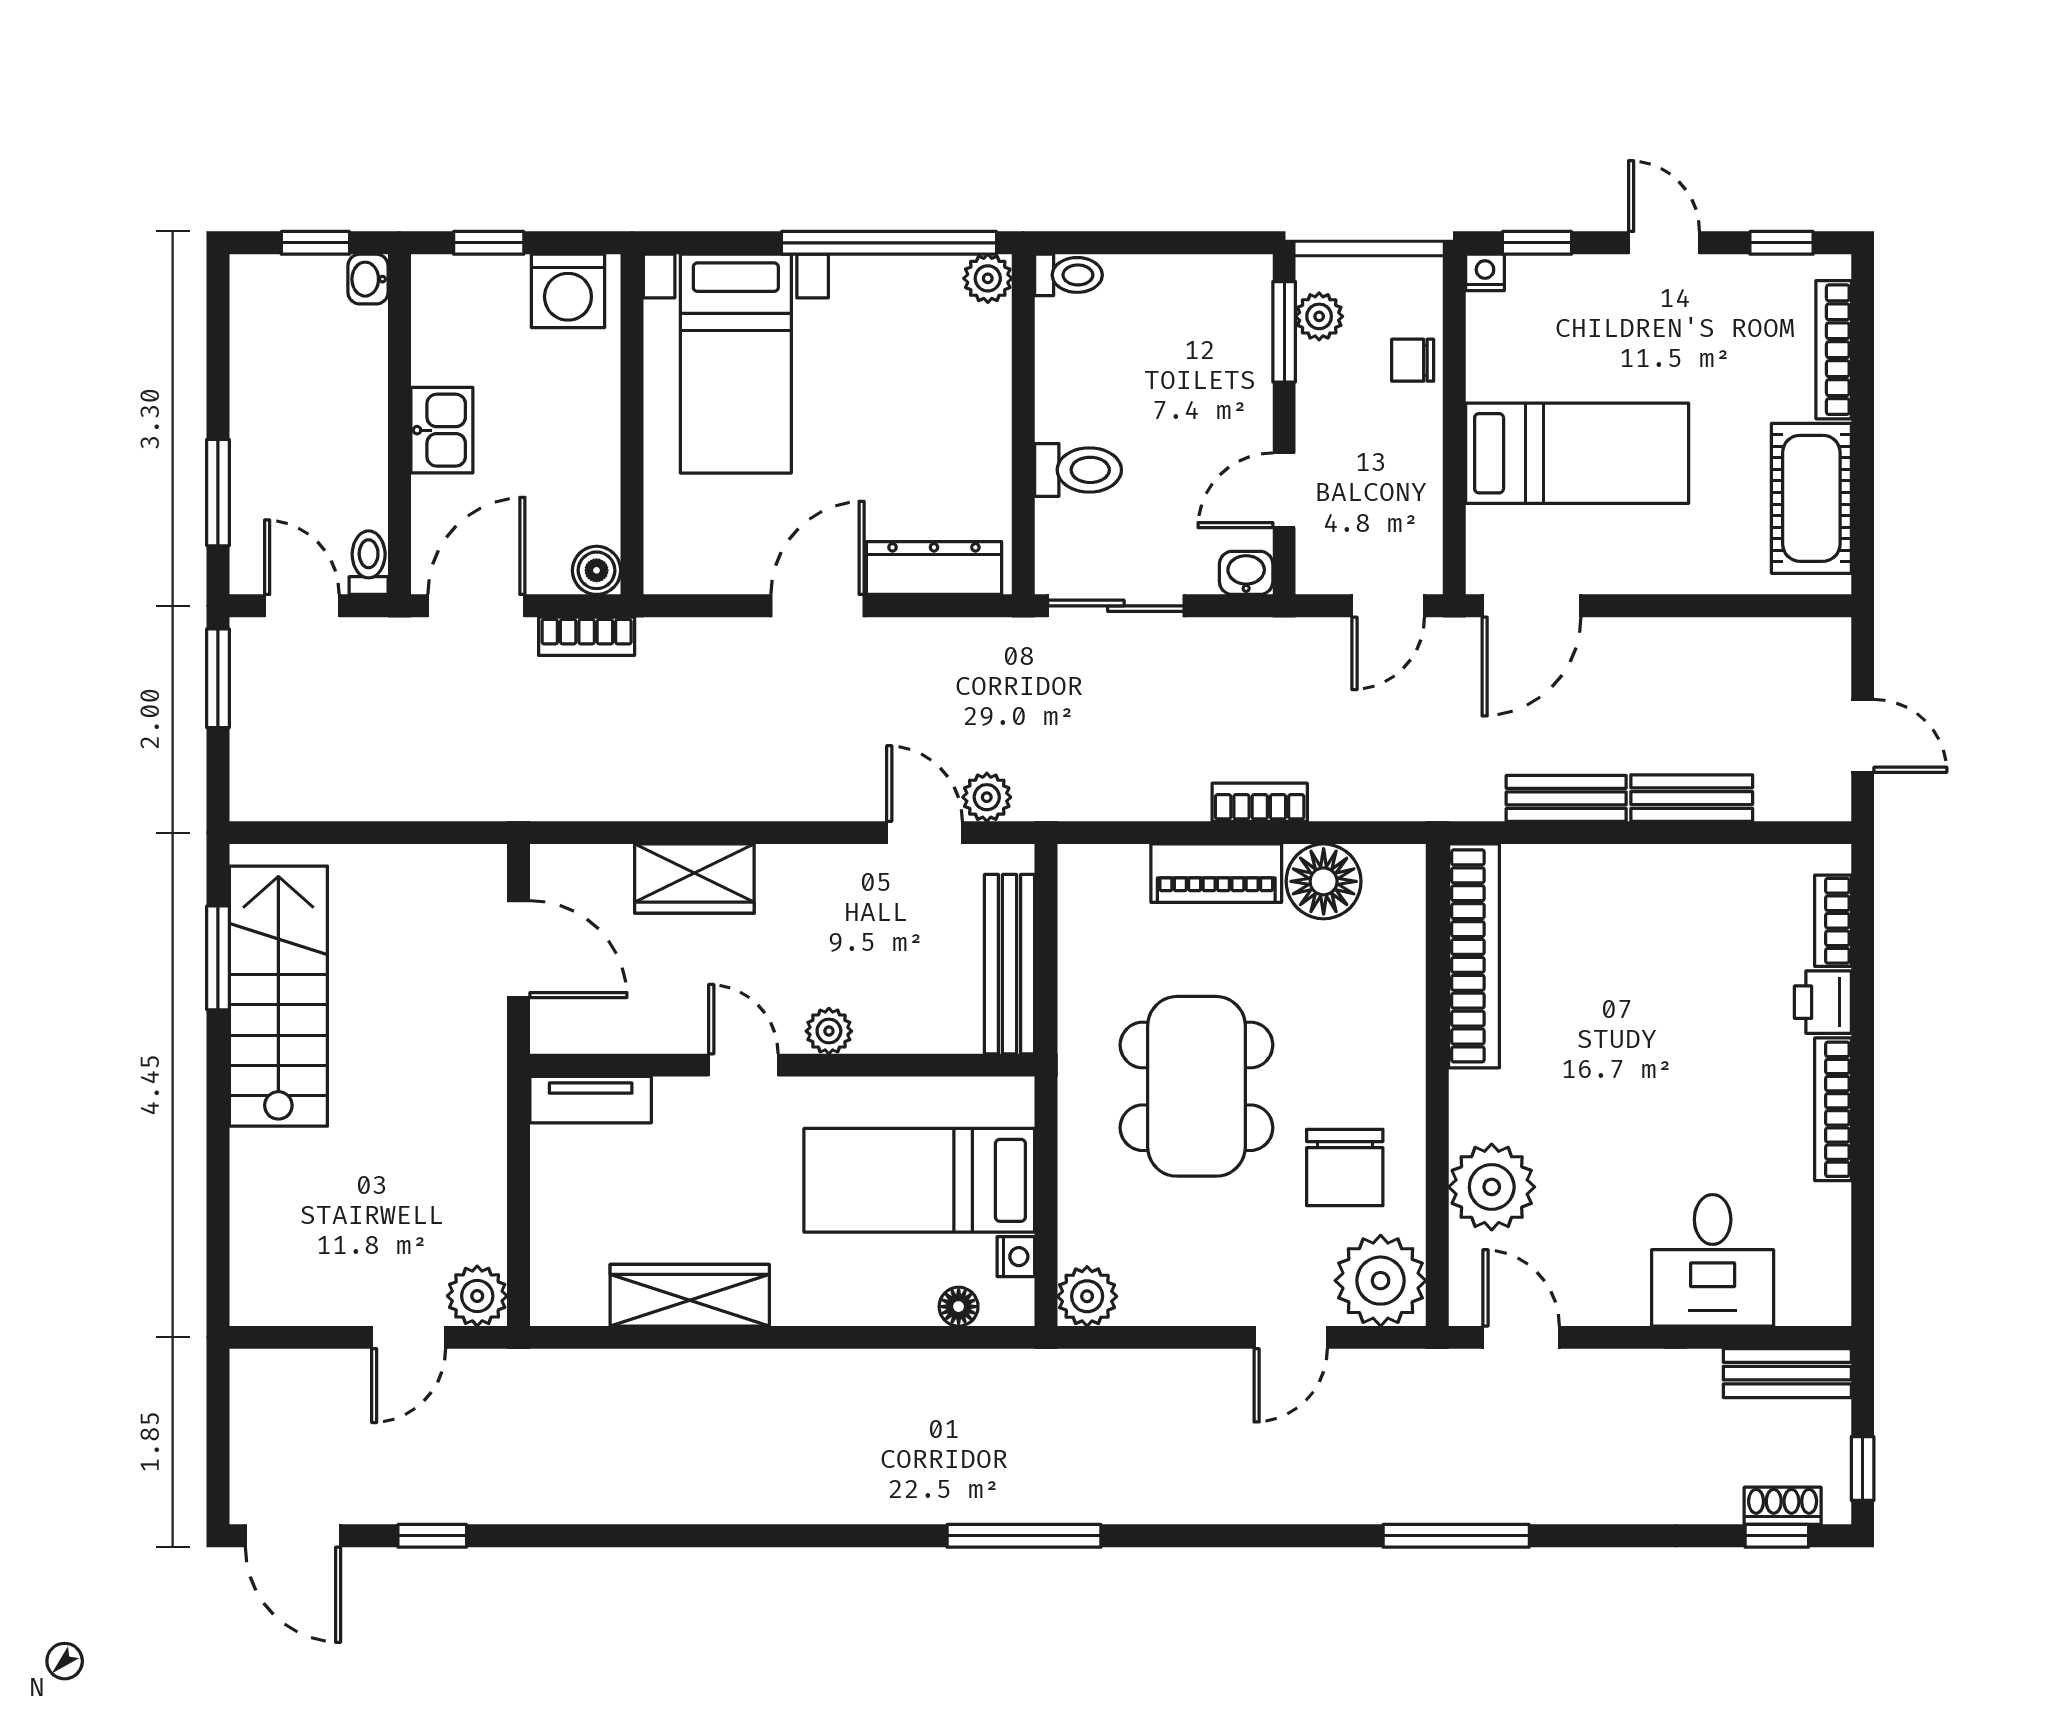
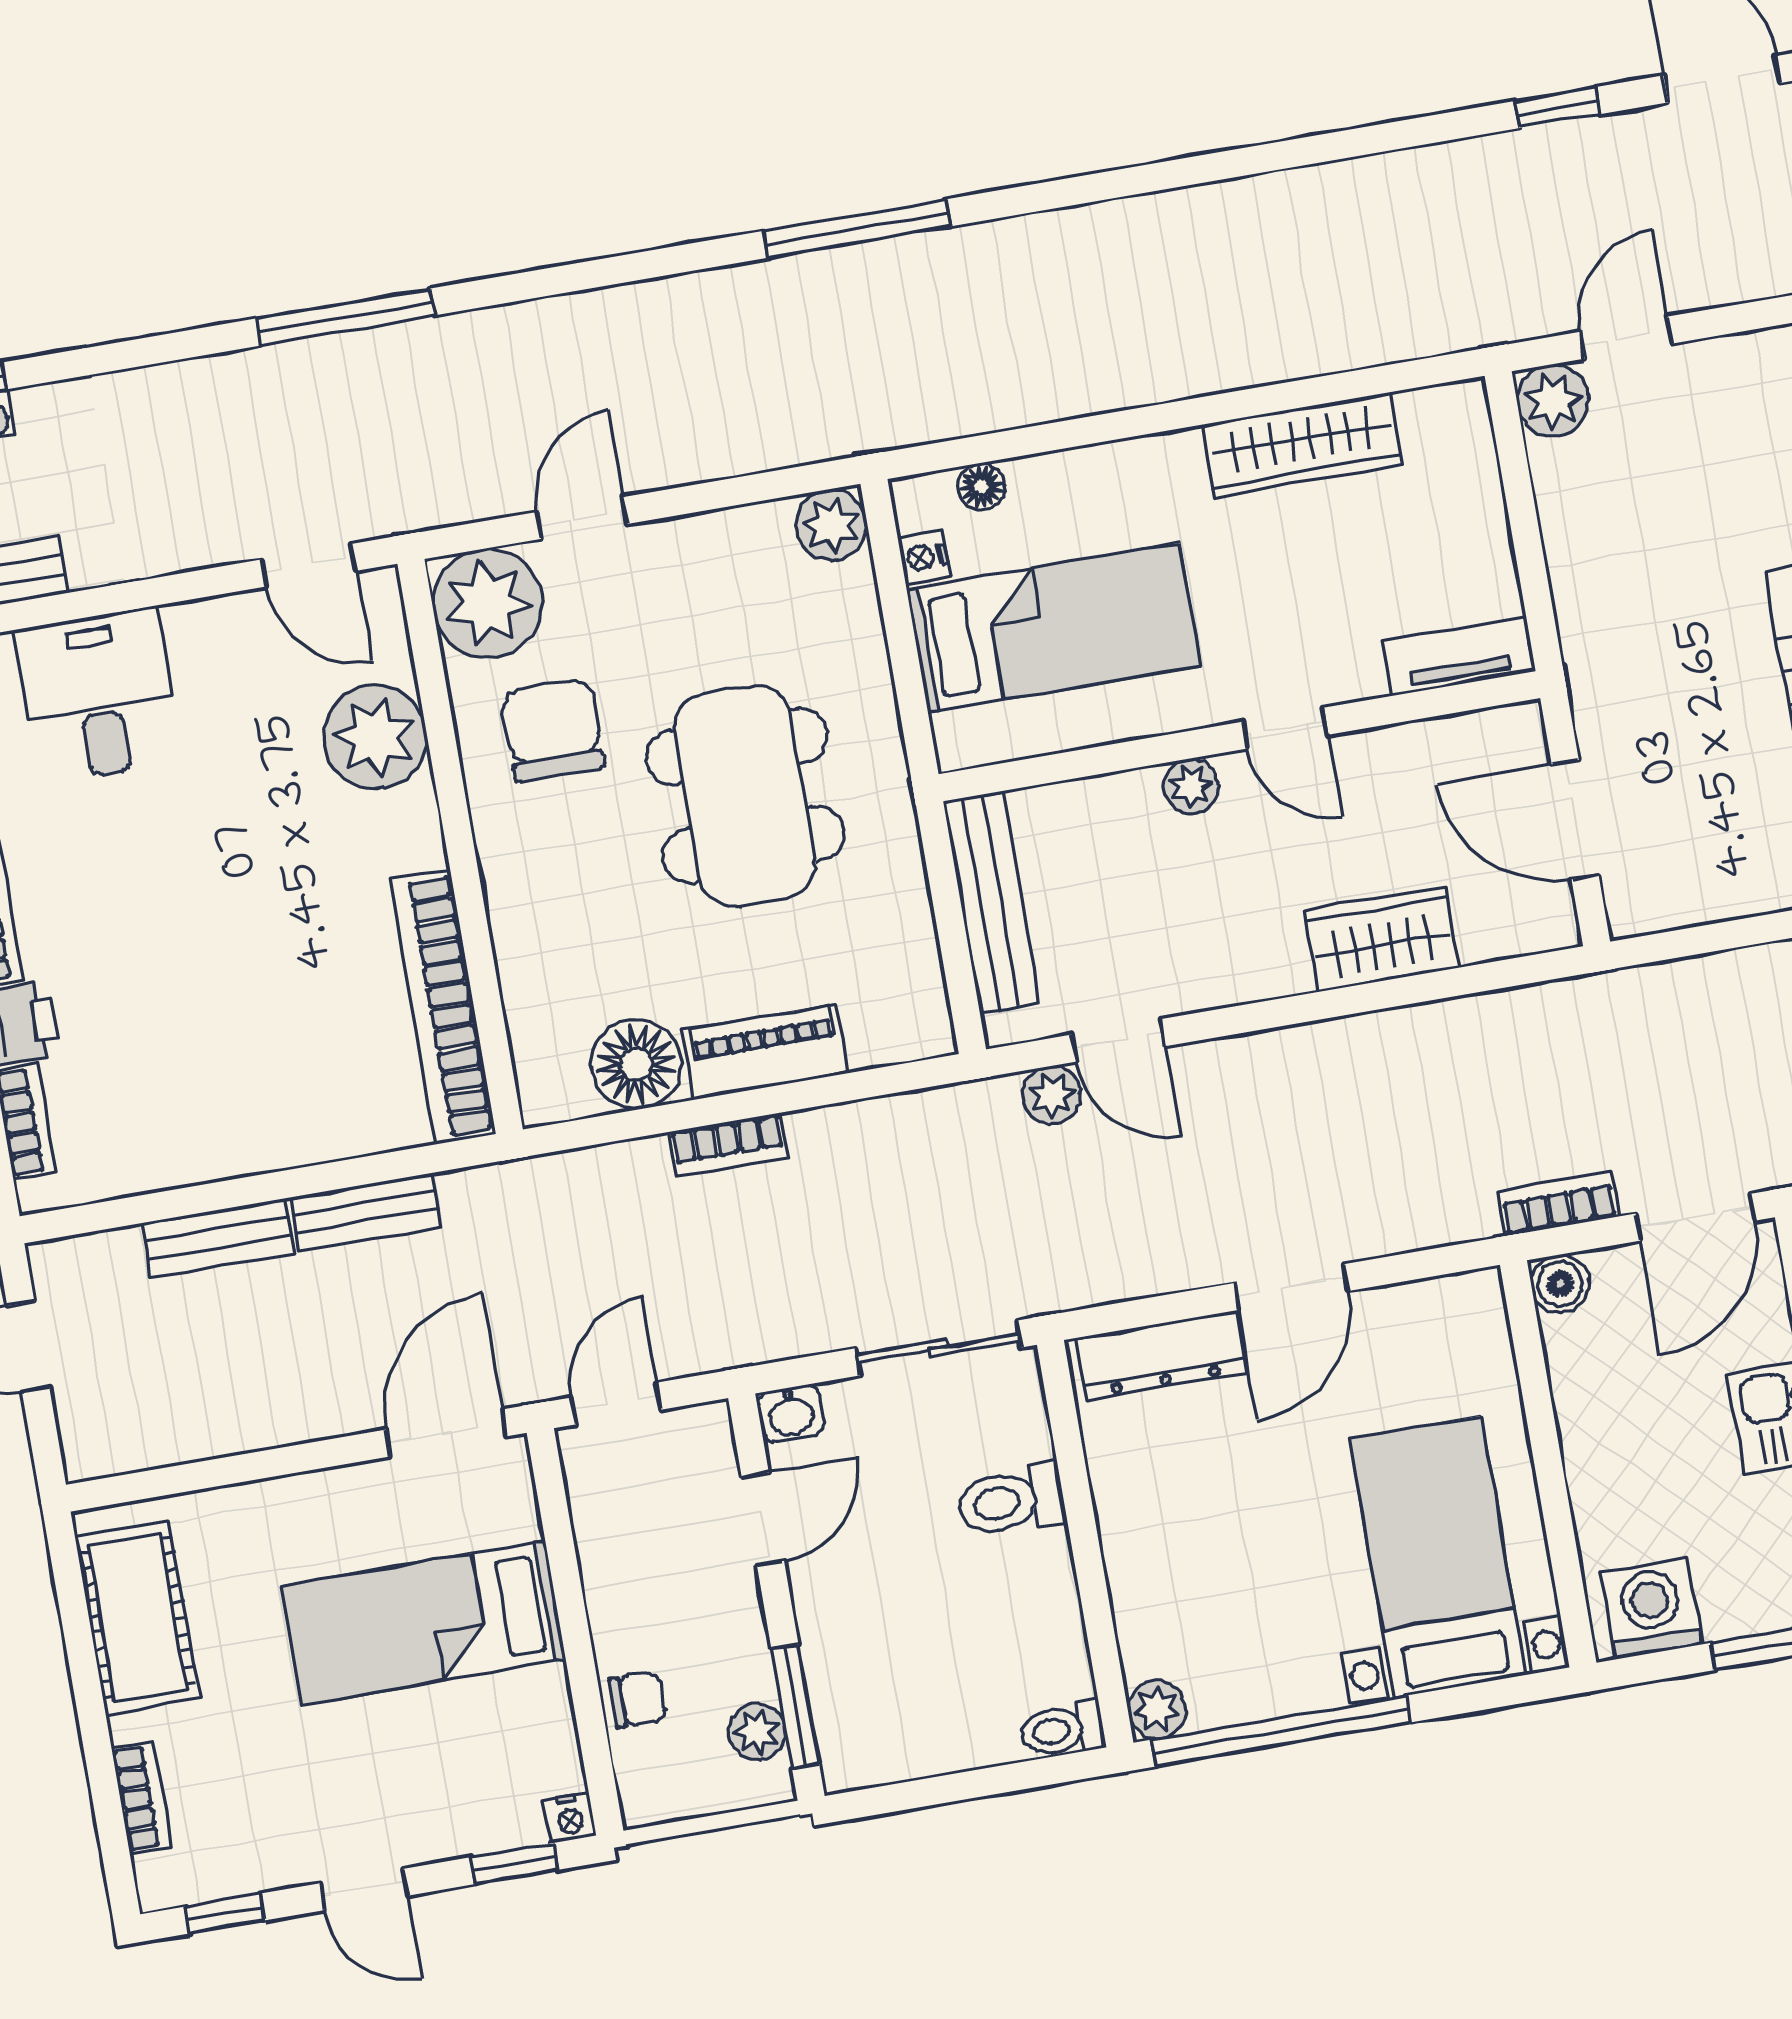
bookcase: (1834, 350) -> (142, 1798), width x0.64

